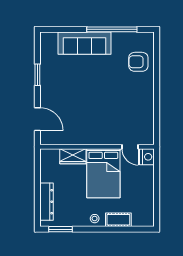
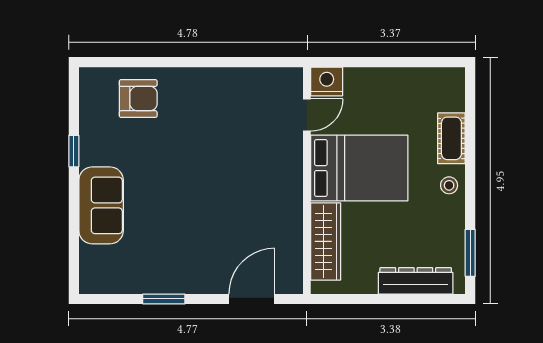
window: (112, 29) -> (74, 151), width x0.32
sofa: (84, 43) -> (101, 205), width x0.73
armchair: (138, 62) -> (138, 99), turned -90
wardrobe: (73, 156) -> (326, 241), width x1.50

